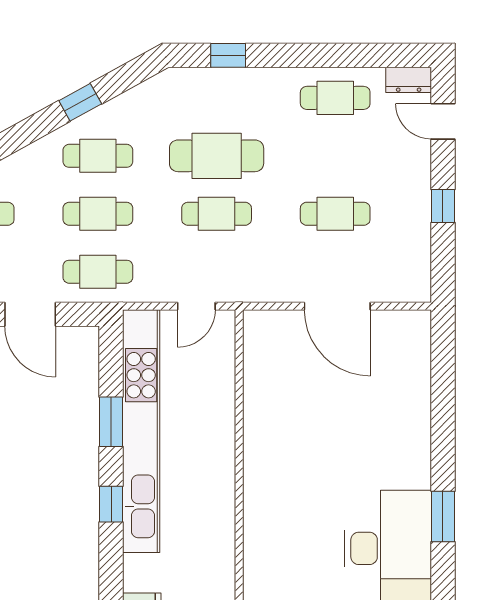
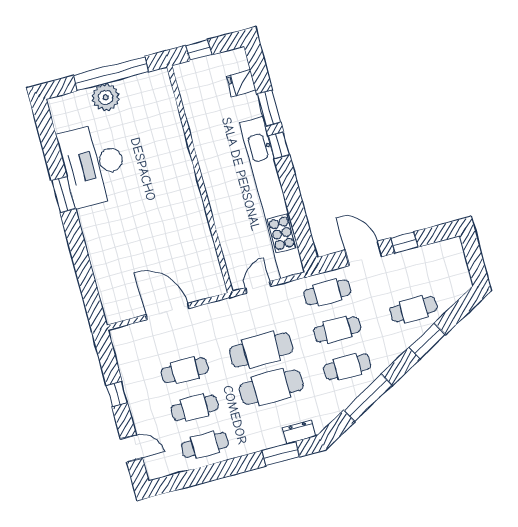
window: (228, 55) -> (281, 454), width x1.50
dresser: (409, 80) -> (299, 432), moved
window: (80, 102) -> (368, 398), width x2.17
cafe table: (335, 156) -> (195, 408), added
cafe table: (217, 214) -> (261, 350), width x1.37, depth x1.35
window: (111, 422) -> (269, 108), moved

